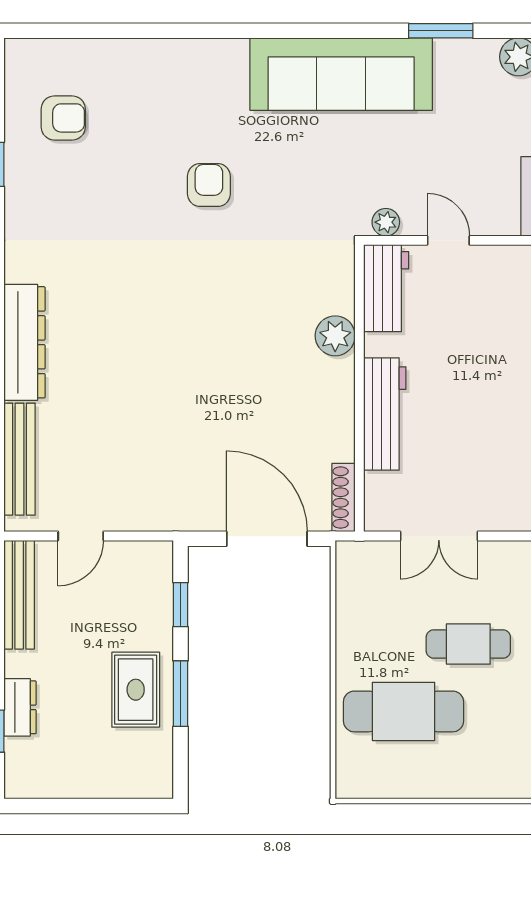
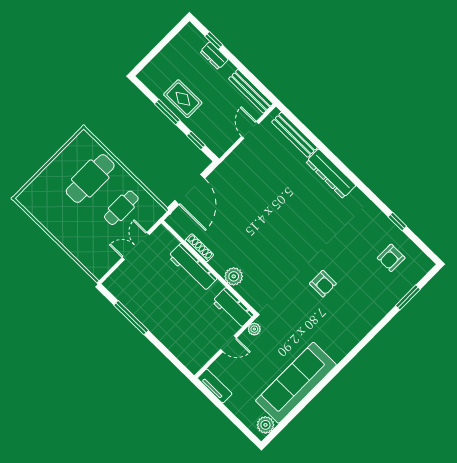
window: (441, 31) -> (408, 297), moved
sofa: (341, 74) -> (296, 383), moved
shoe rack: (344, 498) -> (199, 248), moved
door: (267, 539) -> (190, 189), hinge flipped
cafe table: (468, 644) -> (121, 208), moved

